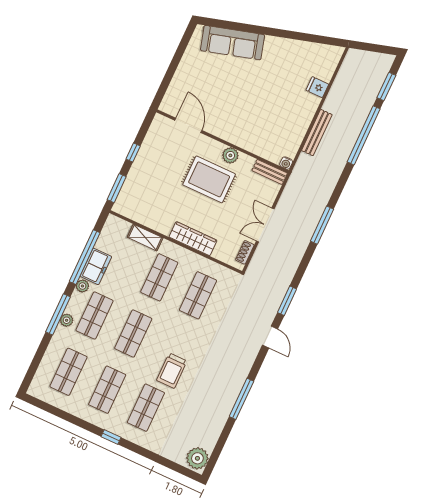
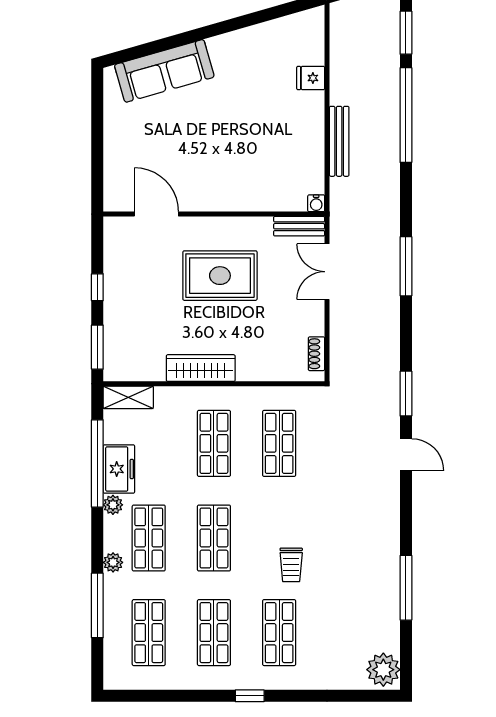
plant: (230, 155) -> (234, 229), removed
double door: (265, 225) -> (327, 272), moved
shelving: (145, 238) -> (128, 397), moved
wardrobe: (193, 239) -> (201, 368), moved
window: (58, 314) -> (97, 605), moved
trolley: (172, 371) -> (291, 565), width x0.73, depth x0.72
window: (241, 399) -> (406, 588), moved

